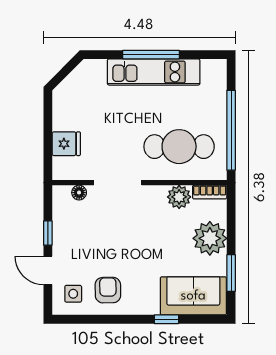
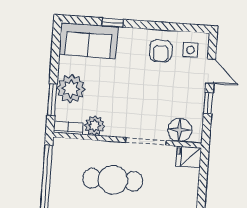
fridge: (66, 144) -> (189, 157), moved
cafe table: (179, 147) -> (113, 180), moved
floor lamp: (79, 193) -> (180, 130), width x1.89, depth x1.89
window: (231, 273) -> (52, 100), moved

